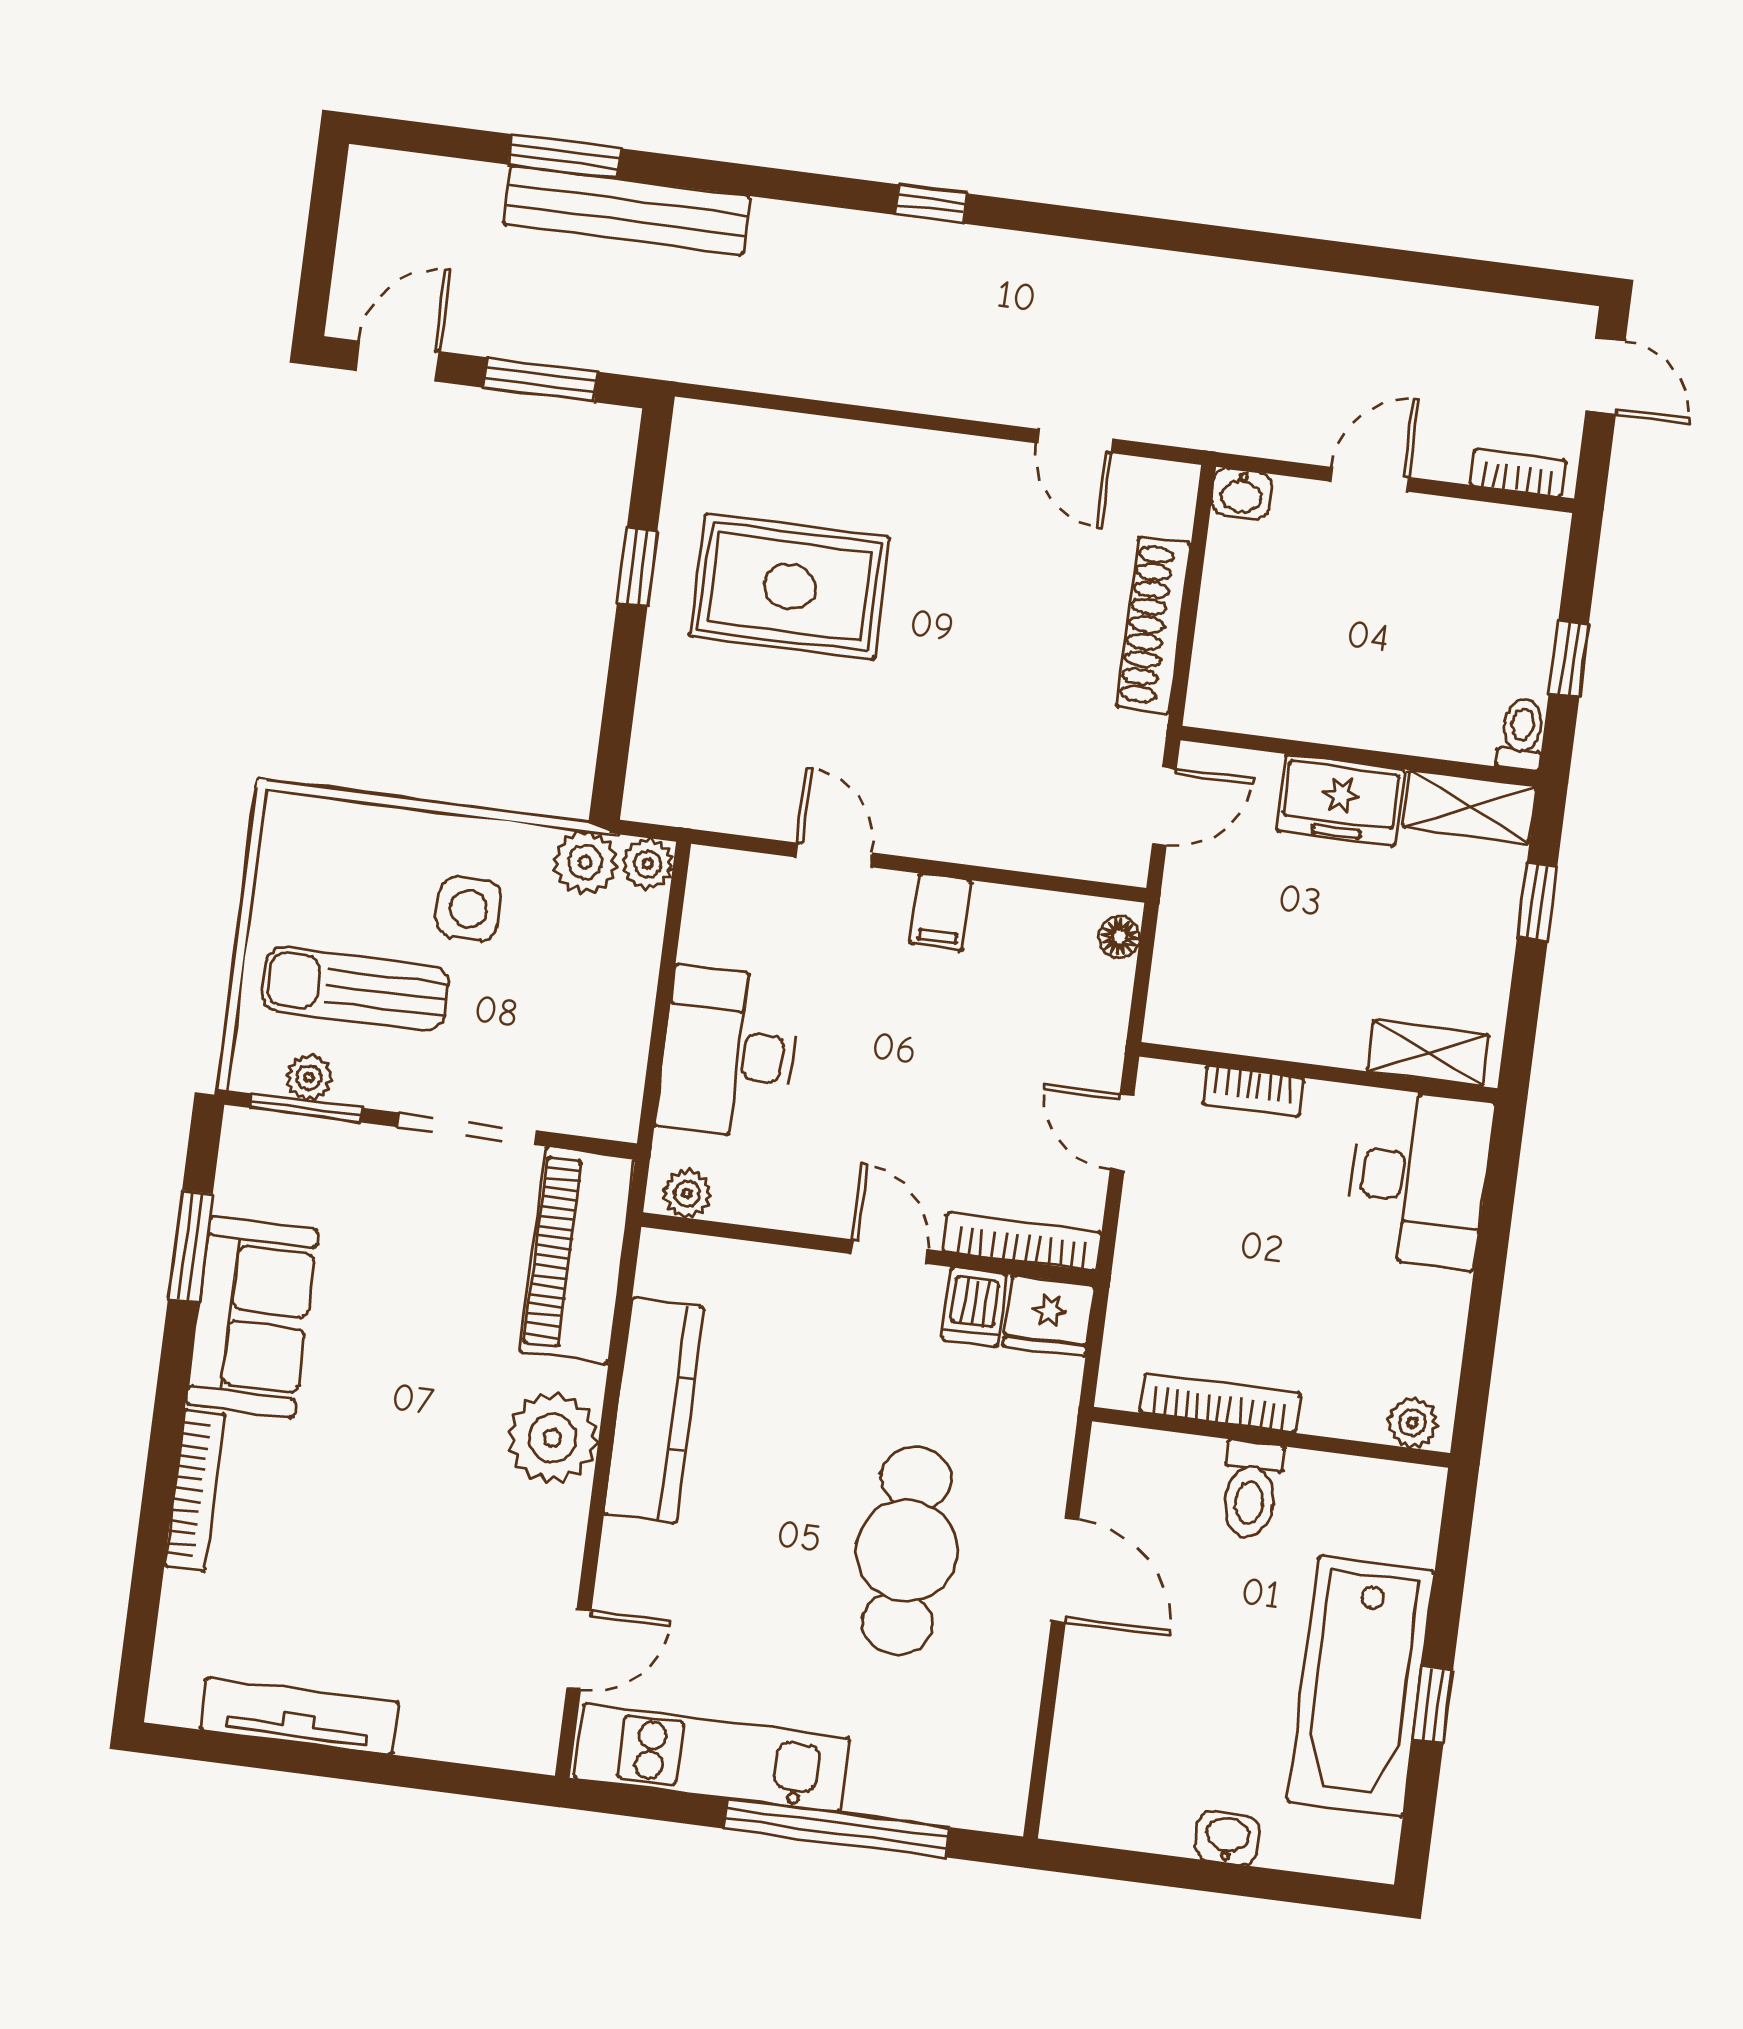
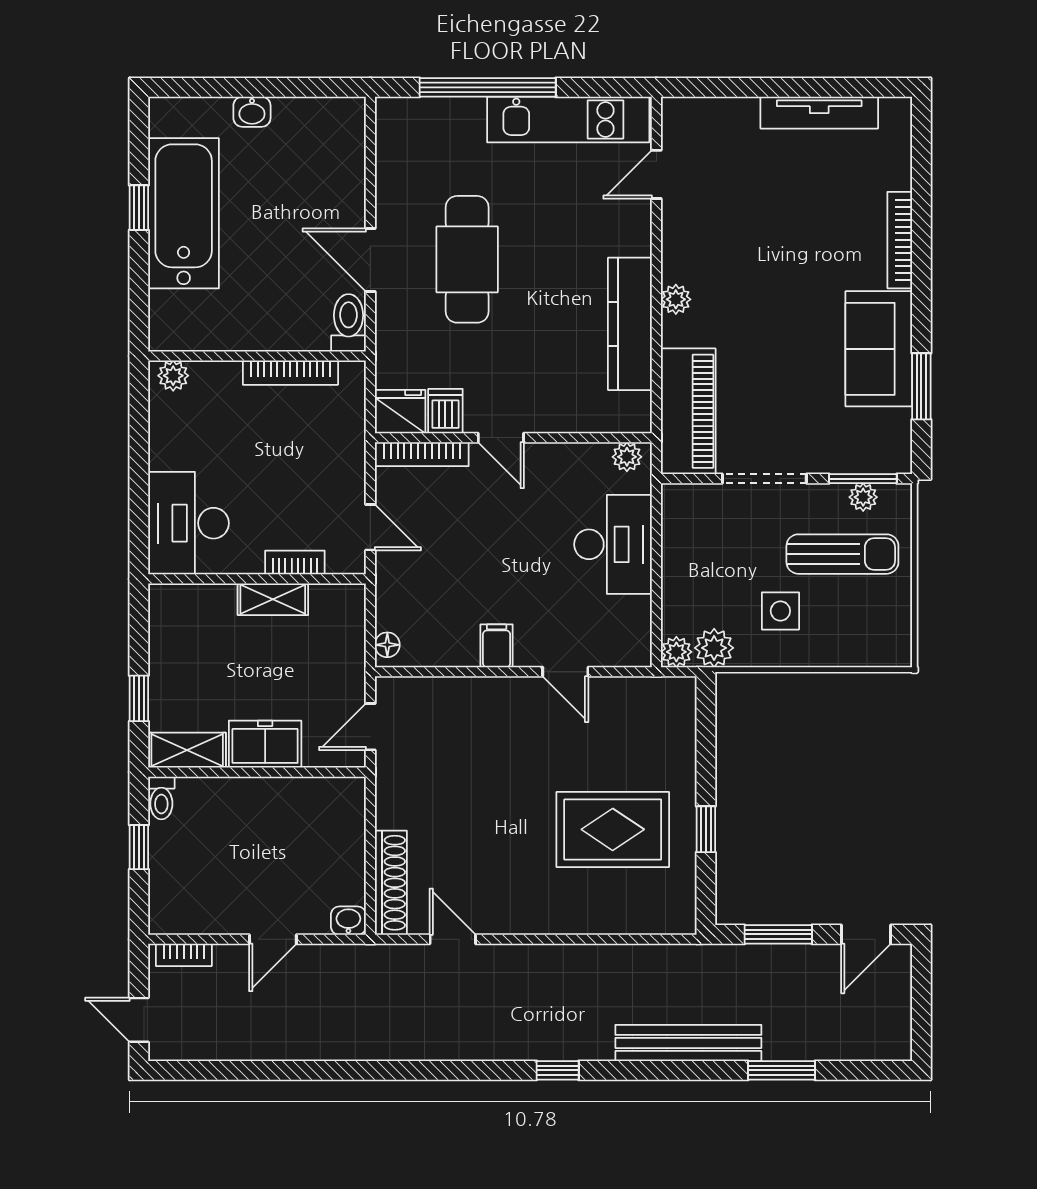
bench: (627, 210) -> (688, 1043), moved
shoe rack: (1154, 625) -> (391, 883), moved
shelving: (1428, 1053) -> (273, 599), moved
plant: (552, 1438) -> (676, 299), width x0.53, depth x0.53
toilet: (1251, 1490) -> (348, 323), moved

